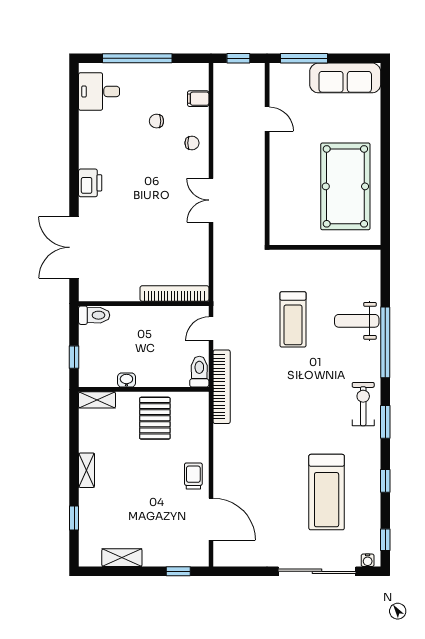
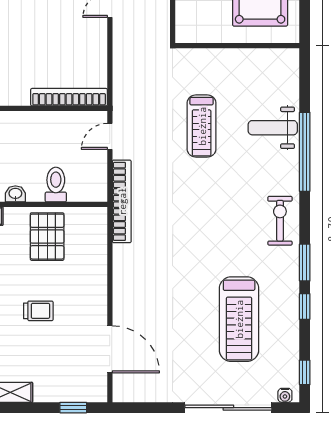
toilet: (199, 372) -> (56, 185), moved
window: (385, 422) -> (305, 262), moved
trolley: (193, 476) -> (38, 311), moved, turned 90

